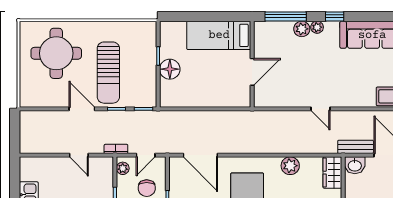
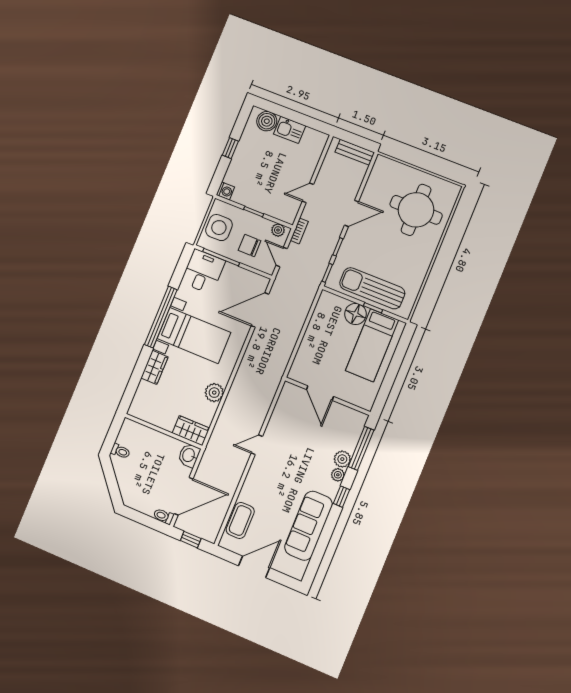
bed: (219, 35) -> (372, 345), moved, turned 180
sun lounger: (108, 73) -> (372, 288), moved
bench: (356, 147) -> (355, 152), moved, turned 90

